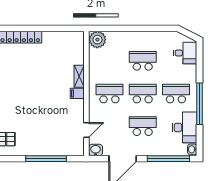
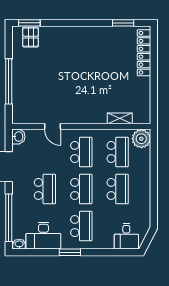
school desk: (109, 61) -> (118, 152), added
shelving: (79, 76) -> (120, 118), moved
filing cabinet: (77, 93) -> (81, 116), removed
window: (199, 104) -> (70, 252), width x0.47
door: (86, 130) -> (53, 126), moved

